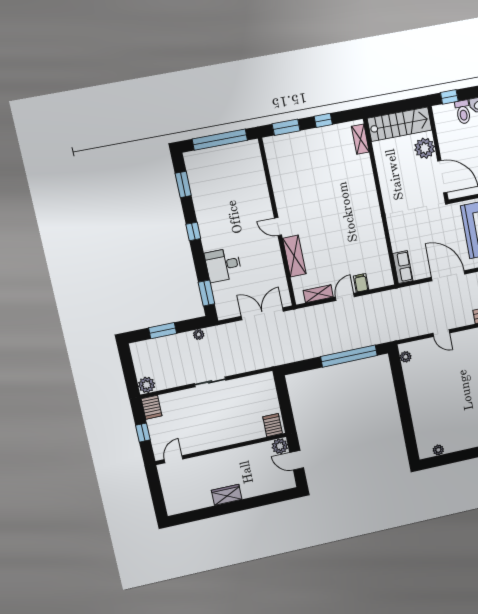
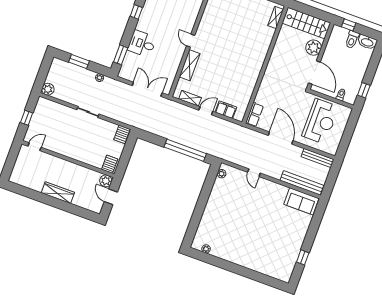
filing cabinet: (361, 283) -> (226, 110), width x2.00
server rack: (152, 407) -> (122, 134), moved
wardrobe: (227, 495) -> (58, 193), width x1.50

